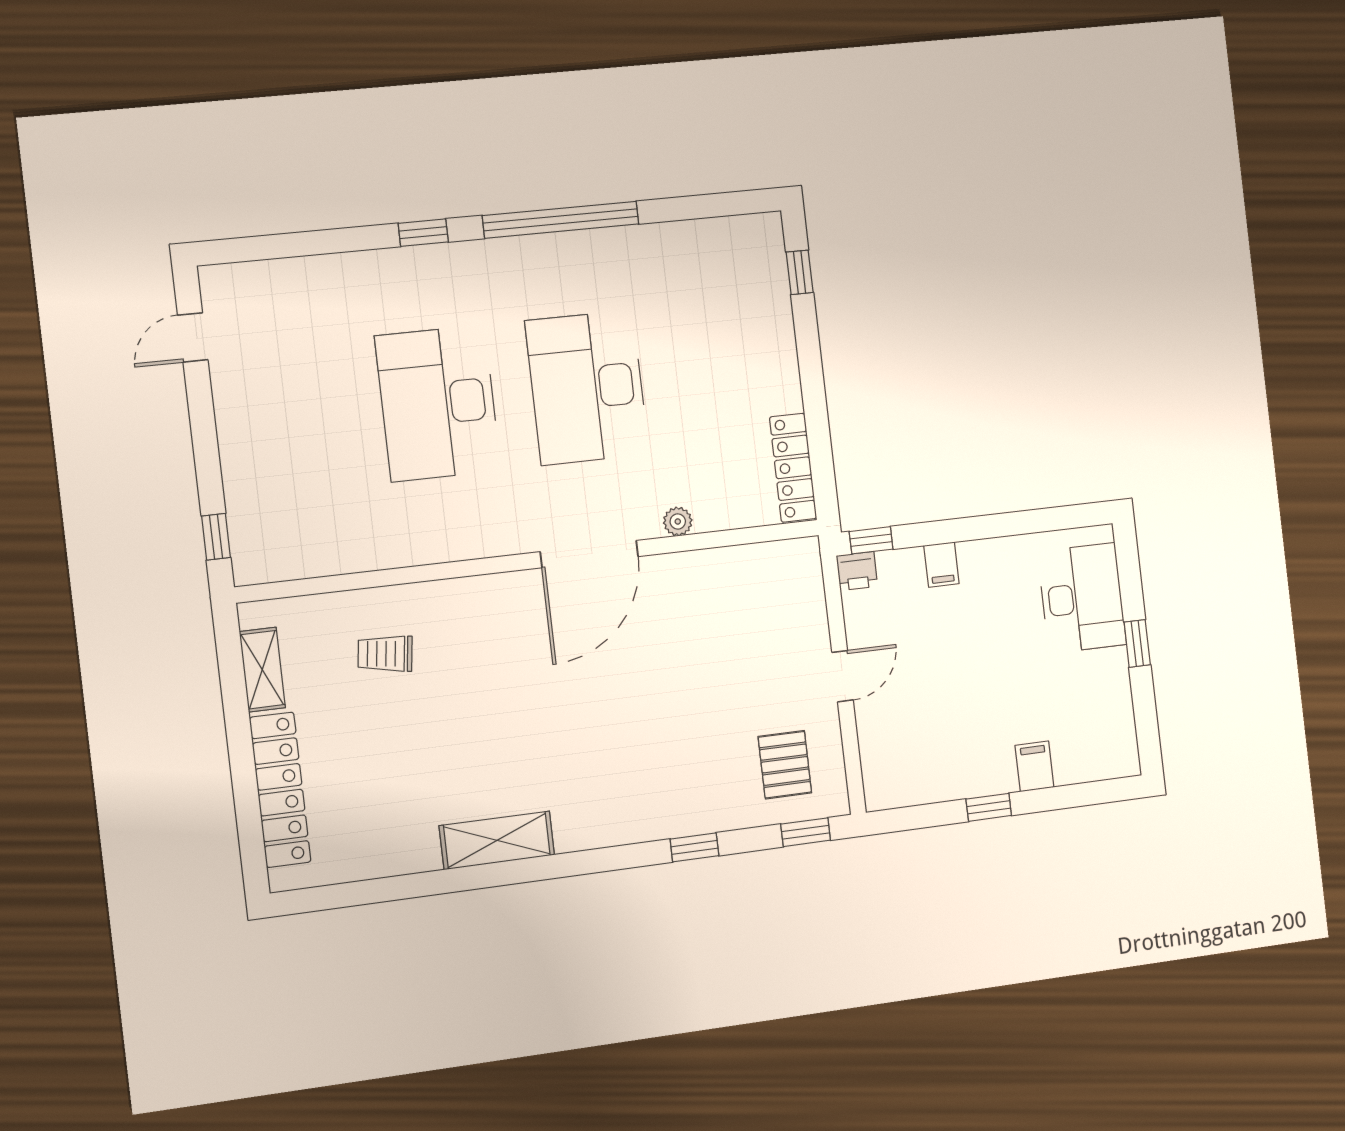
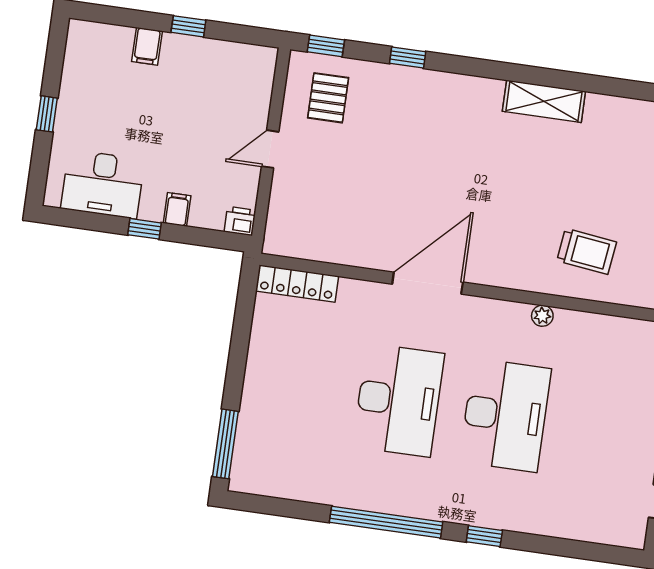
window: (800, 272) -> (225, 444), width x2.17
locker: (793, 468) -> (297, 283), moved, turned 90
plant: (678, 521) -> (542, 316), moved
window: (871, 540) -> (144, 229), moved
desk: (1082, 598) -> (103, 184), moved, turned -90
trolley: (385, 654) -> (587, 251), width x1.36, depth x1.39

